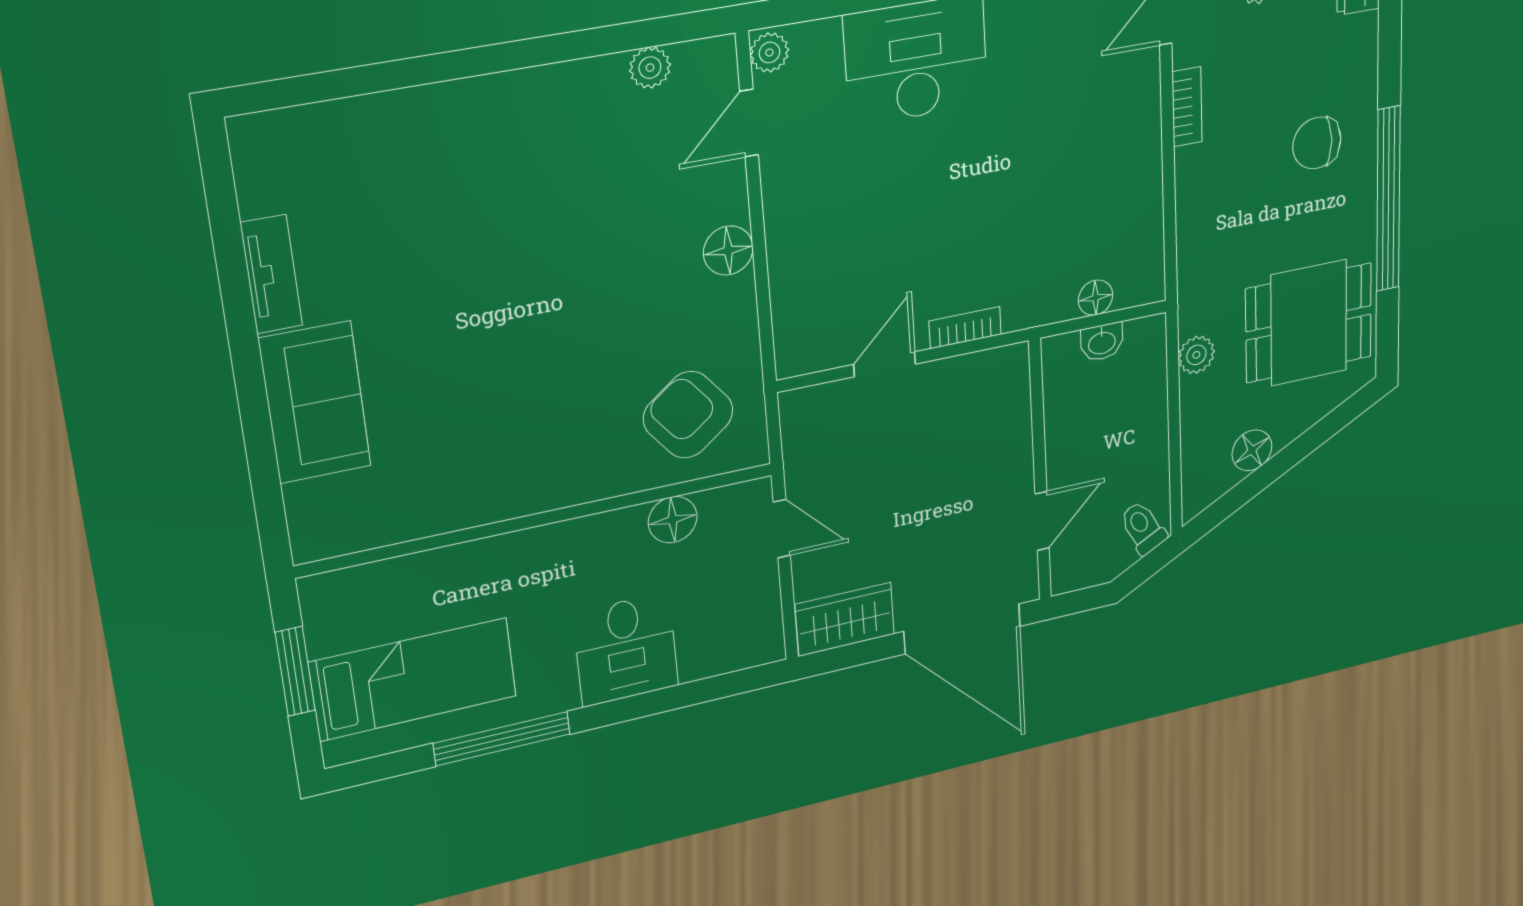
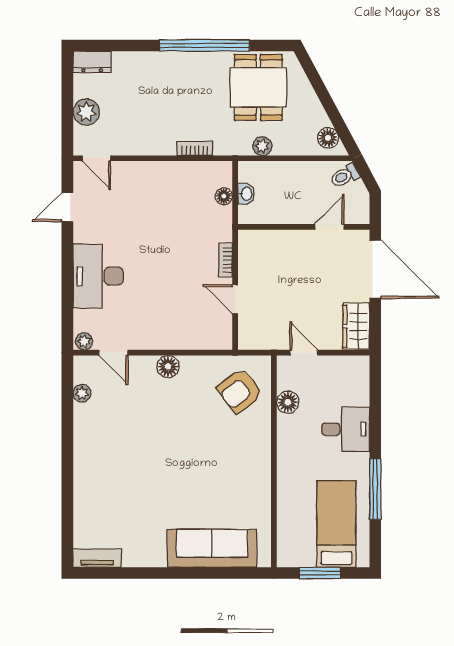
bookcase: (1187, 107) -> (195, 148), moved
chair: (1317, 143) -> (170, 83), removed
tv unit: (271, 274) -> (97, 558), moved
sofa: (315, 403) -> (212, 548), width x1.36
floor lamp: (1252, 450) -> (328, 138), moved
door: (1042, 521) -> (329, 227), hinge flipped
door: (782, 529) -> (304, 353), hinge flipped
door: (962, 629) -> (375, 269), hinge flipped

